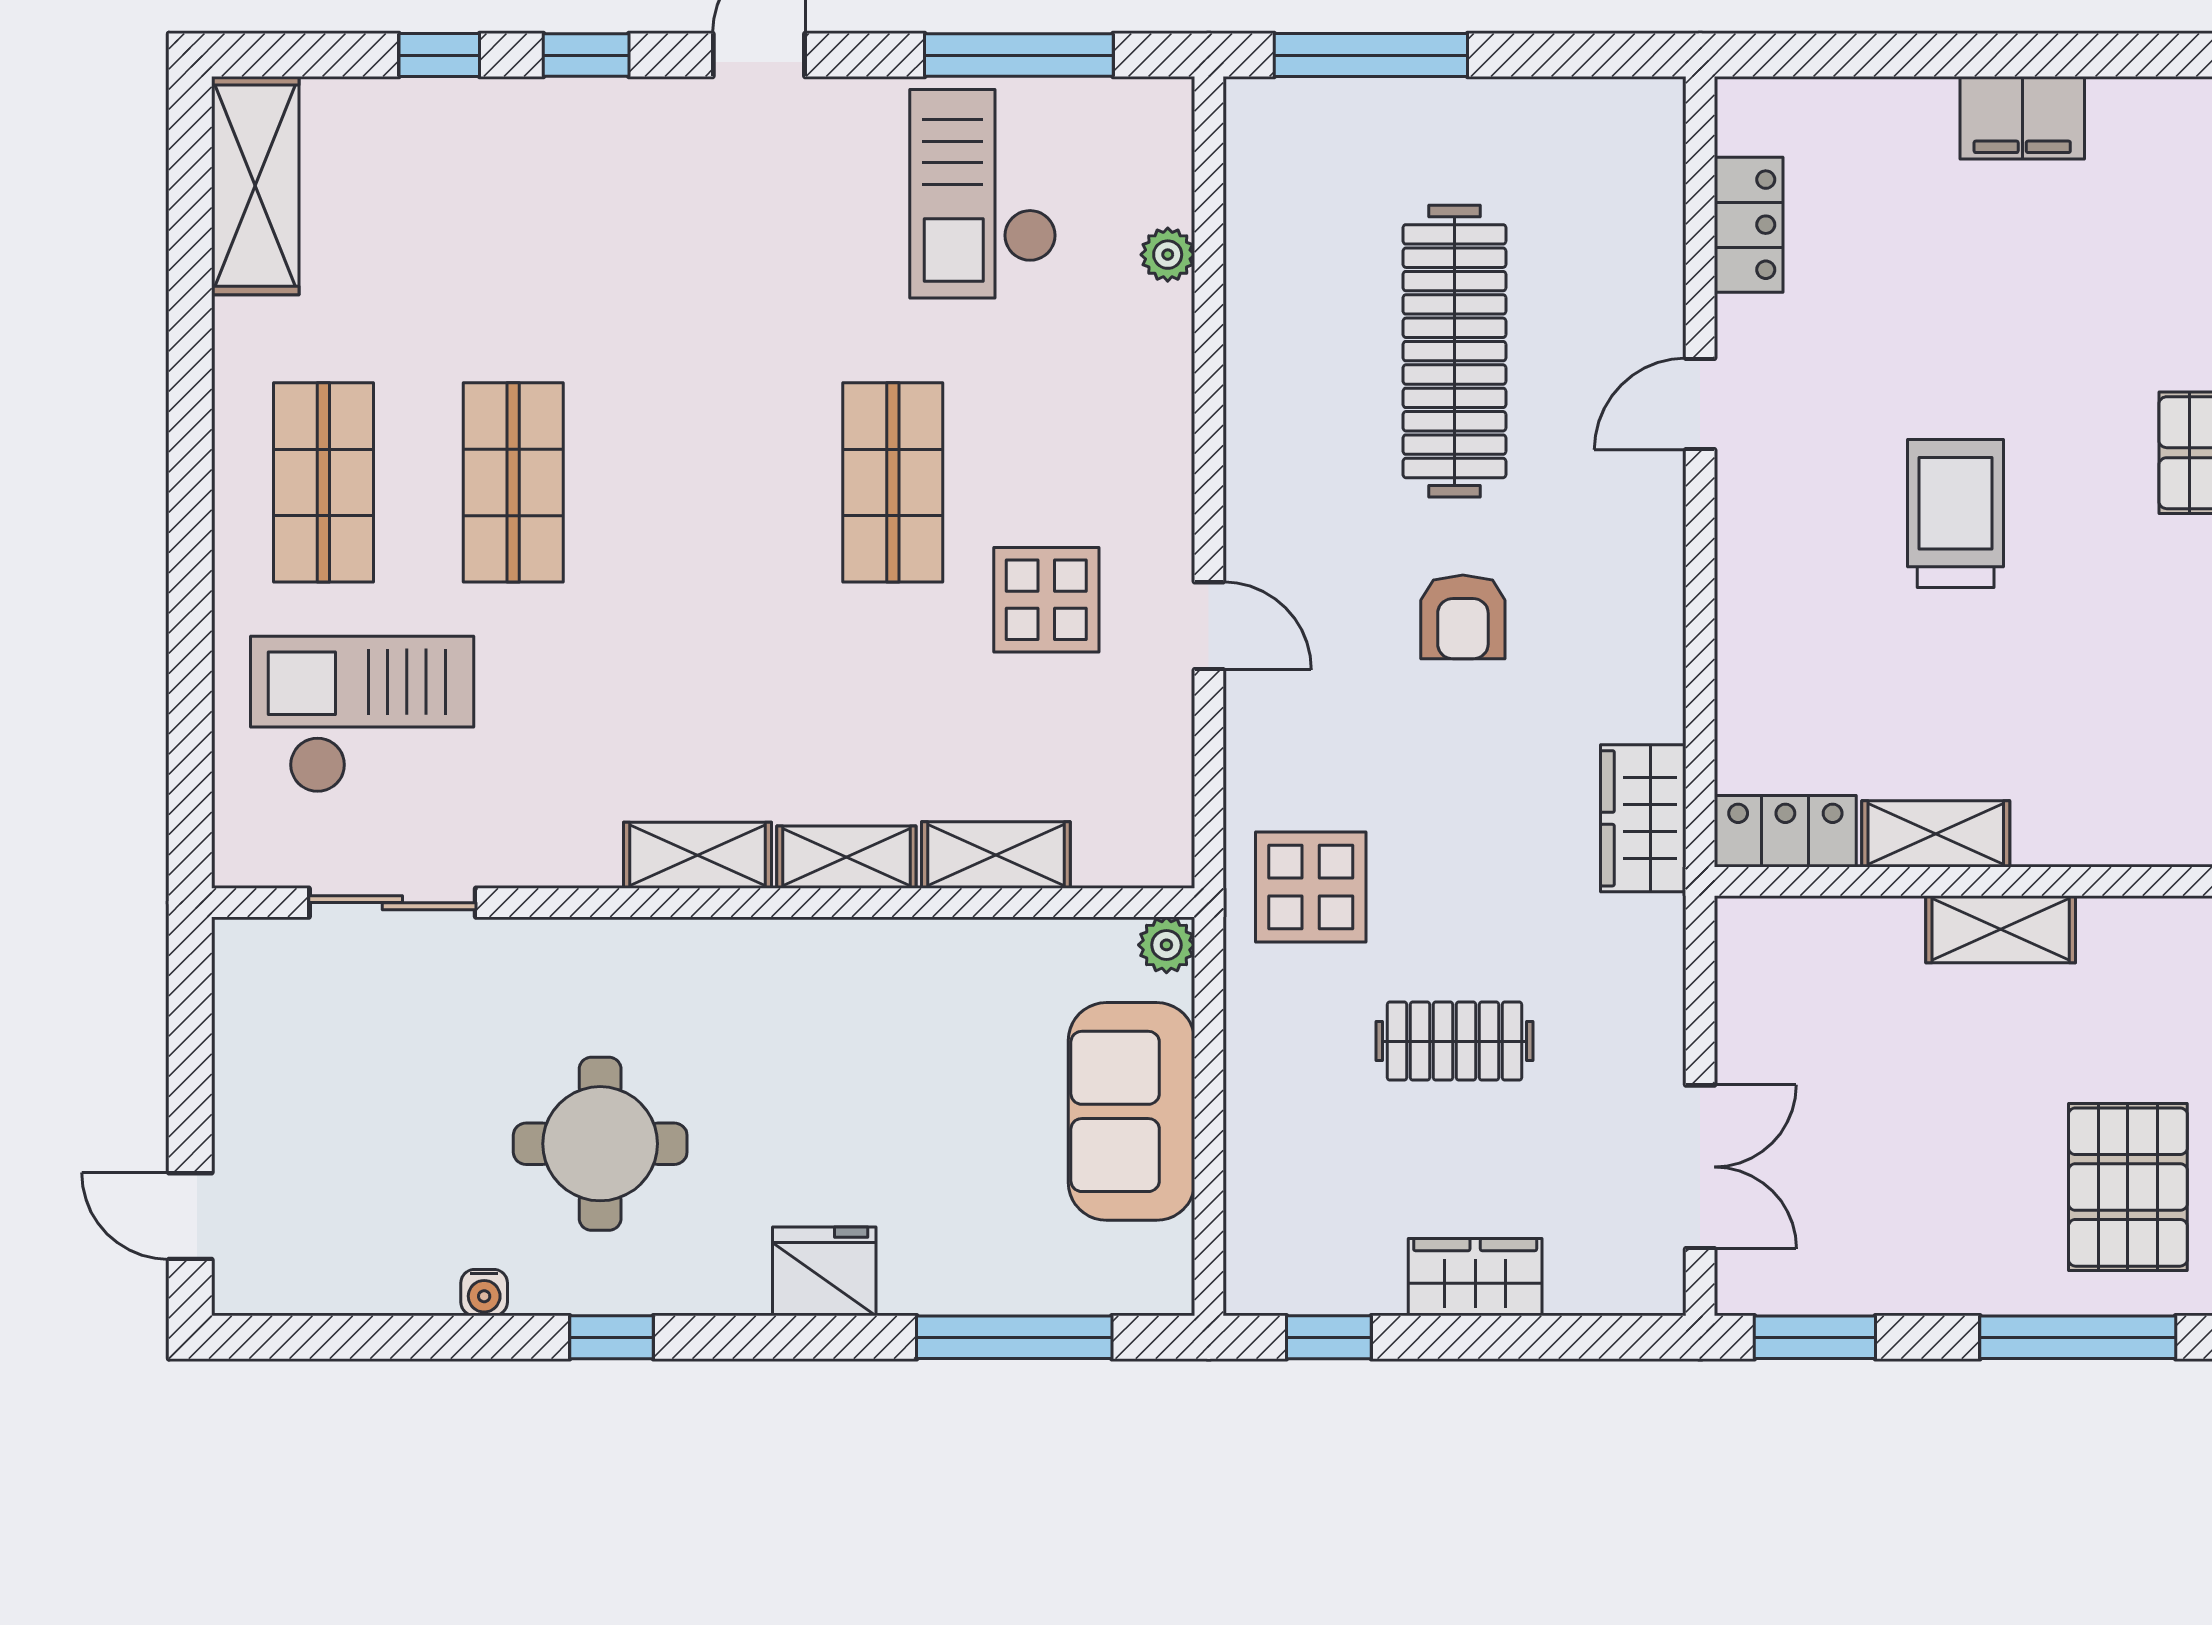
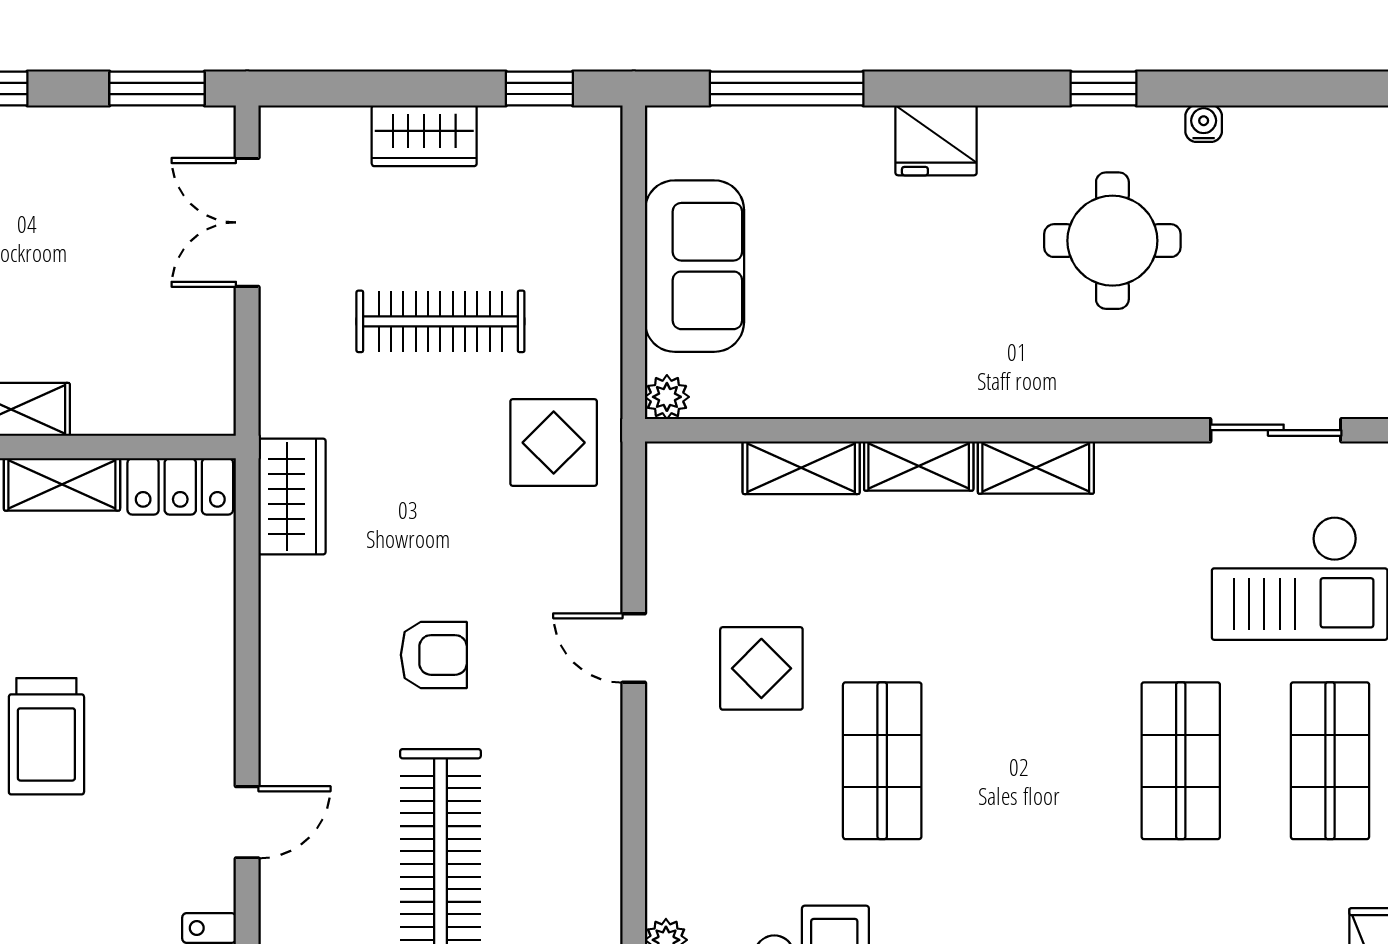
armchair: (1463, 617) -> (434, 655), turned 90
clothes rail: (1454, 1041) -> (440, 321), width x1.36

